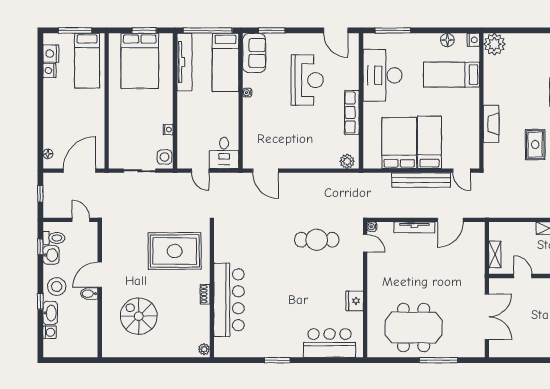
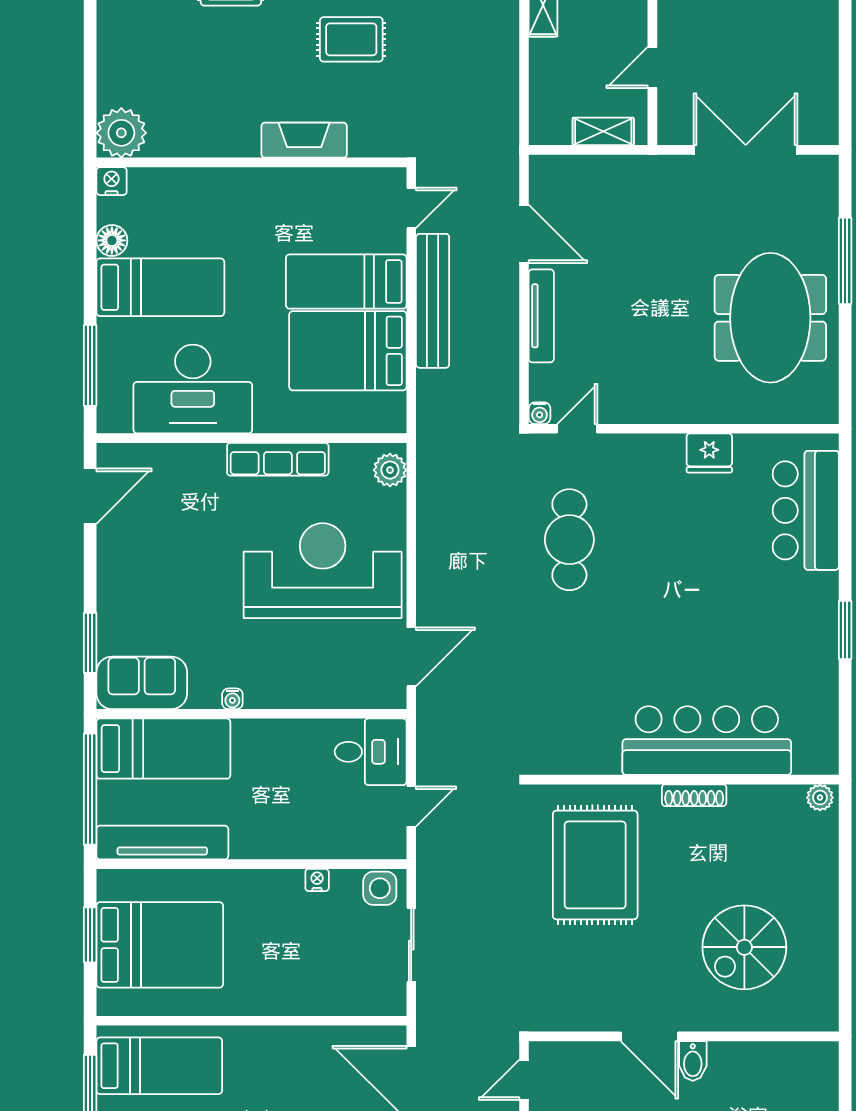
bed: (451, 75) -> (160, 287), moved, turned -90
reception desk: (307, 80) -> (323, 571), moved, width x1.36, depth x1.30
shoe rack: (205, 294) -> (694, 795), width x1.43

